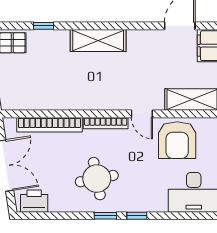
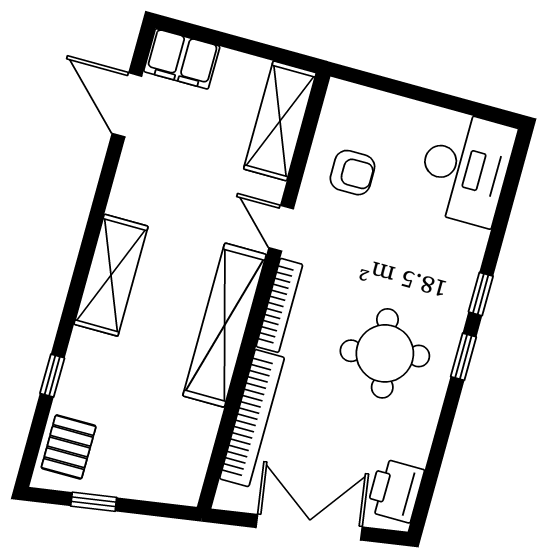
shelving: (89, 100) -> (225, 325), added
door: (142, 114) -> (281, 228), swing flipped
armchair: (177, 140) -> (352, 173), width x0.53, depth x0.53

